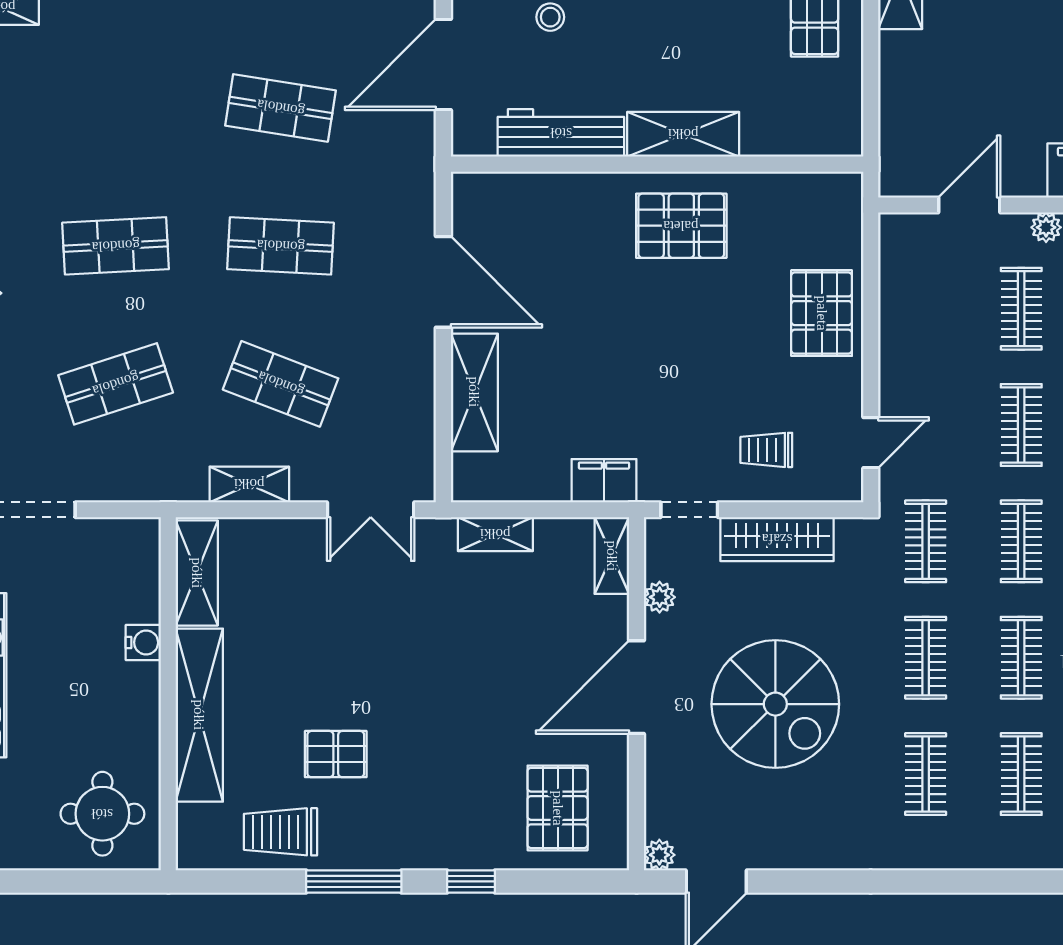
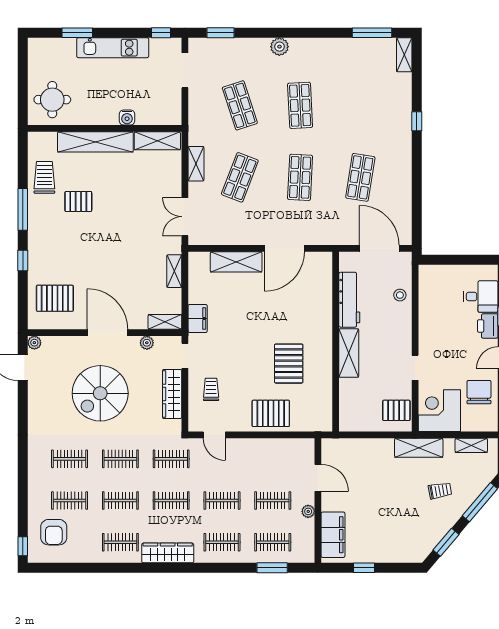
pallet: (681, 226) -> (289, 364), moved
pallet: (336, 754) -> (78, 201), turned 90

